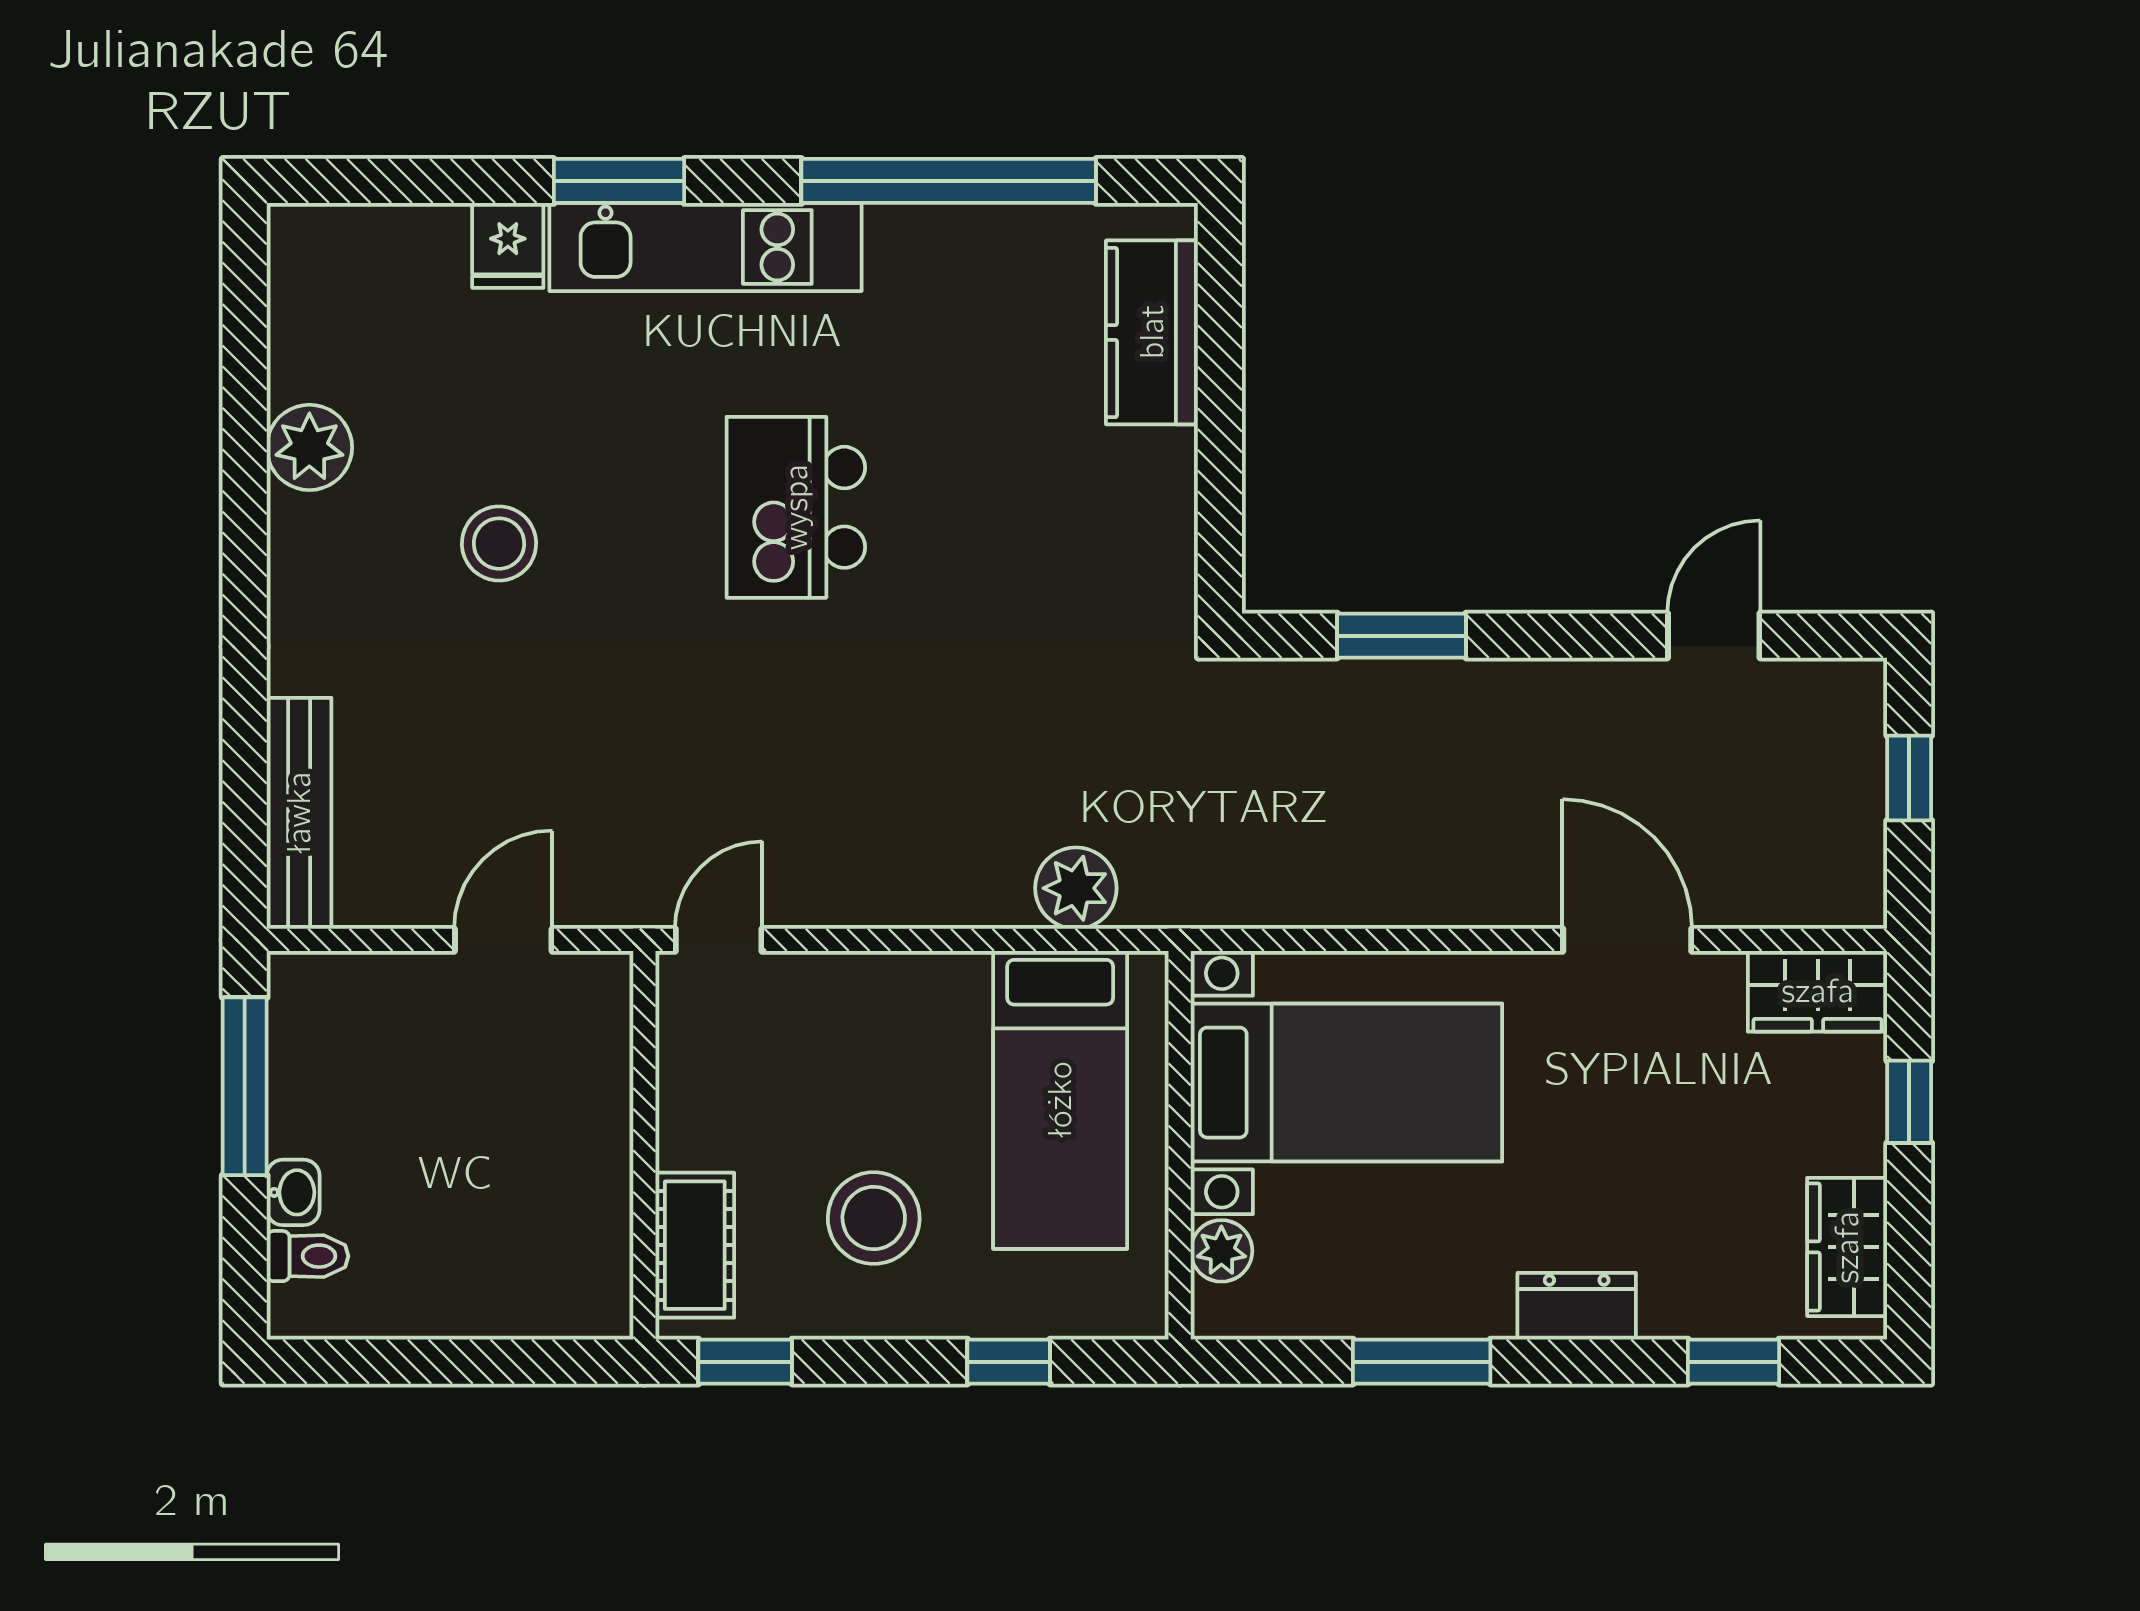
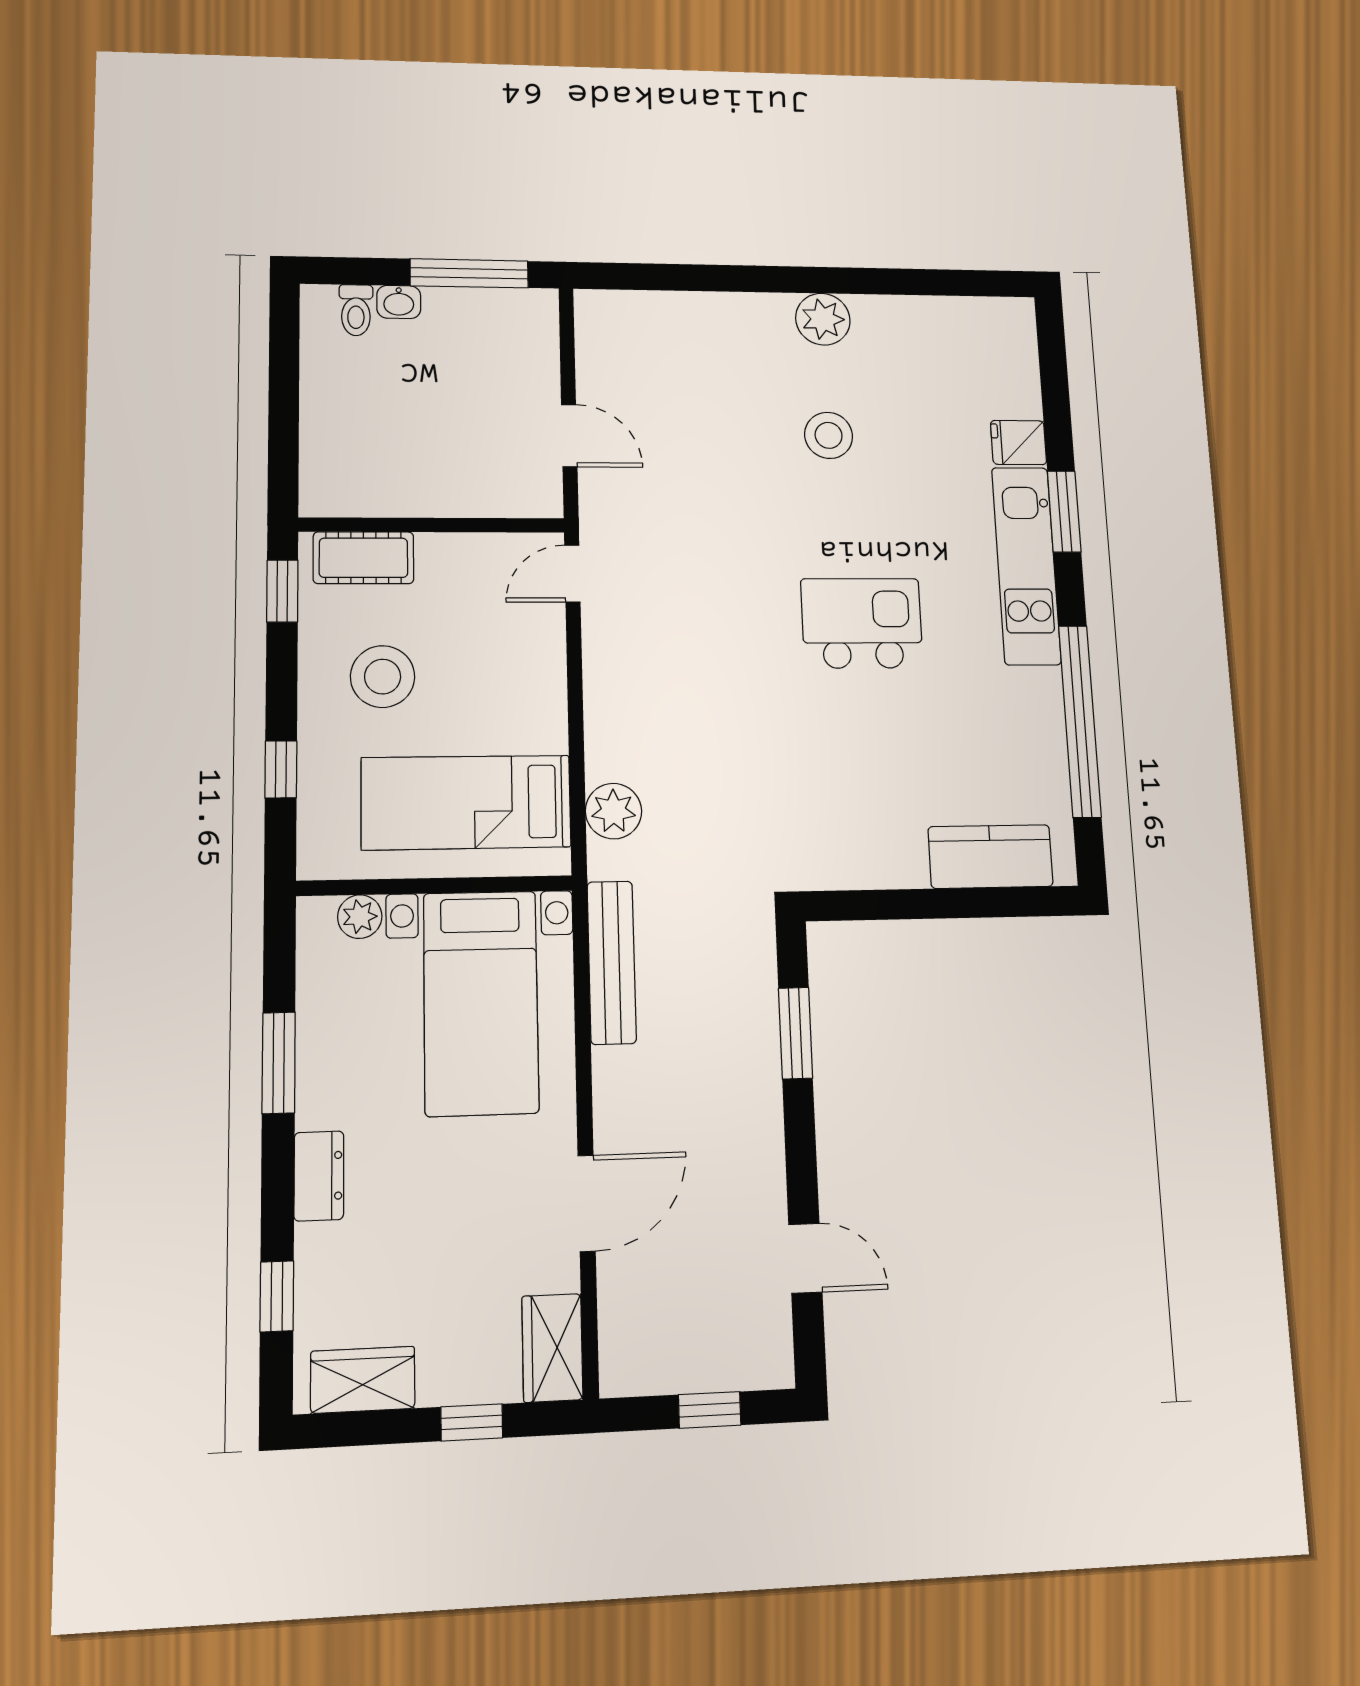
plant: (309, 447) -> (823, 319), moved
bench: (299, 813) -> (612, 962), moved, turned 90
door: (719, 940) -> (572, 574), swing flipped

